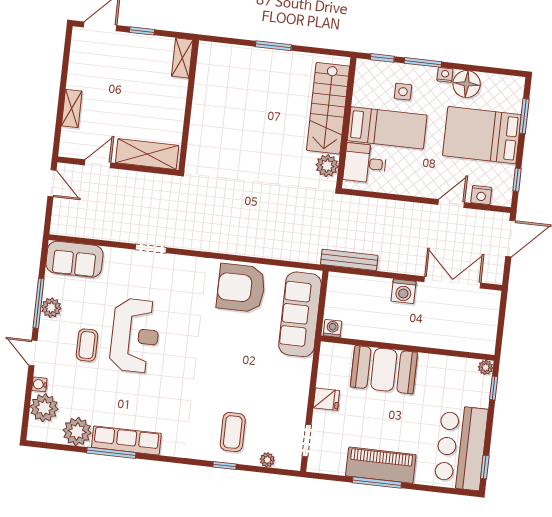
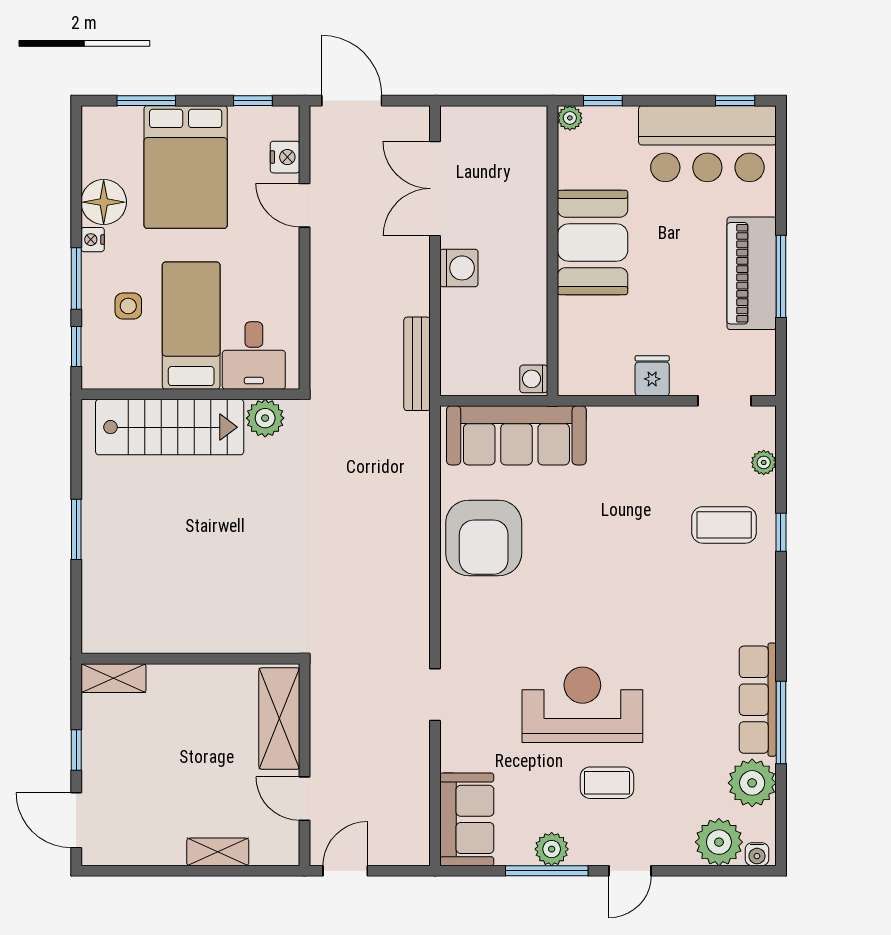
booth: (384, 370) -> (593, 242), moved
water cooler: (39, 384) -> (757, 854), moved

